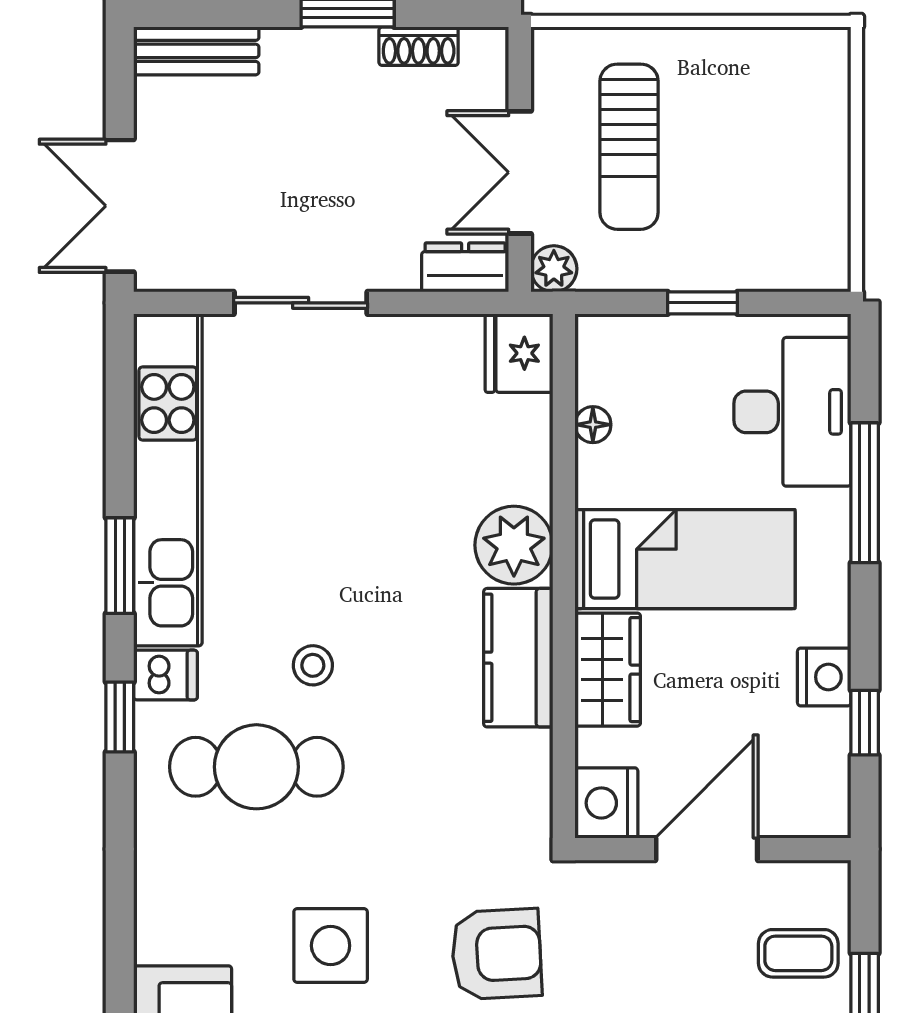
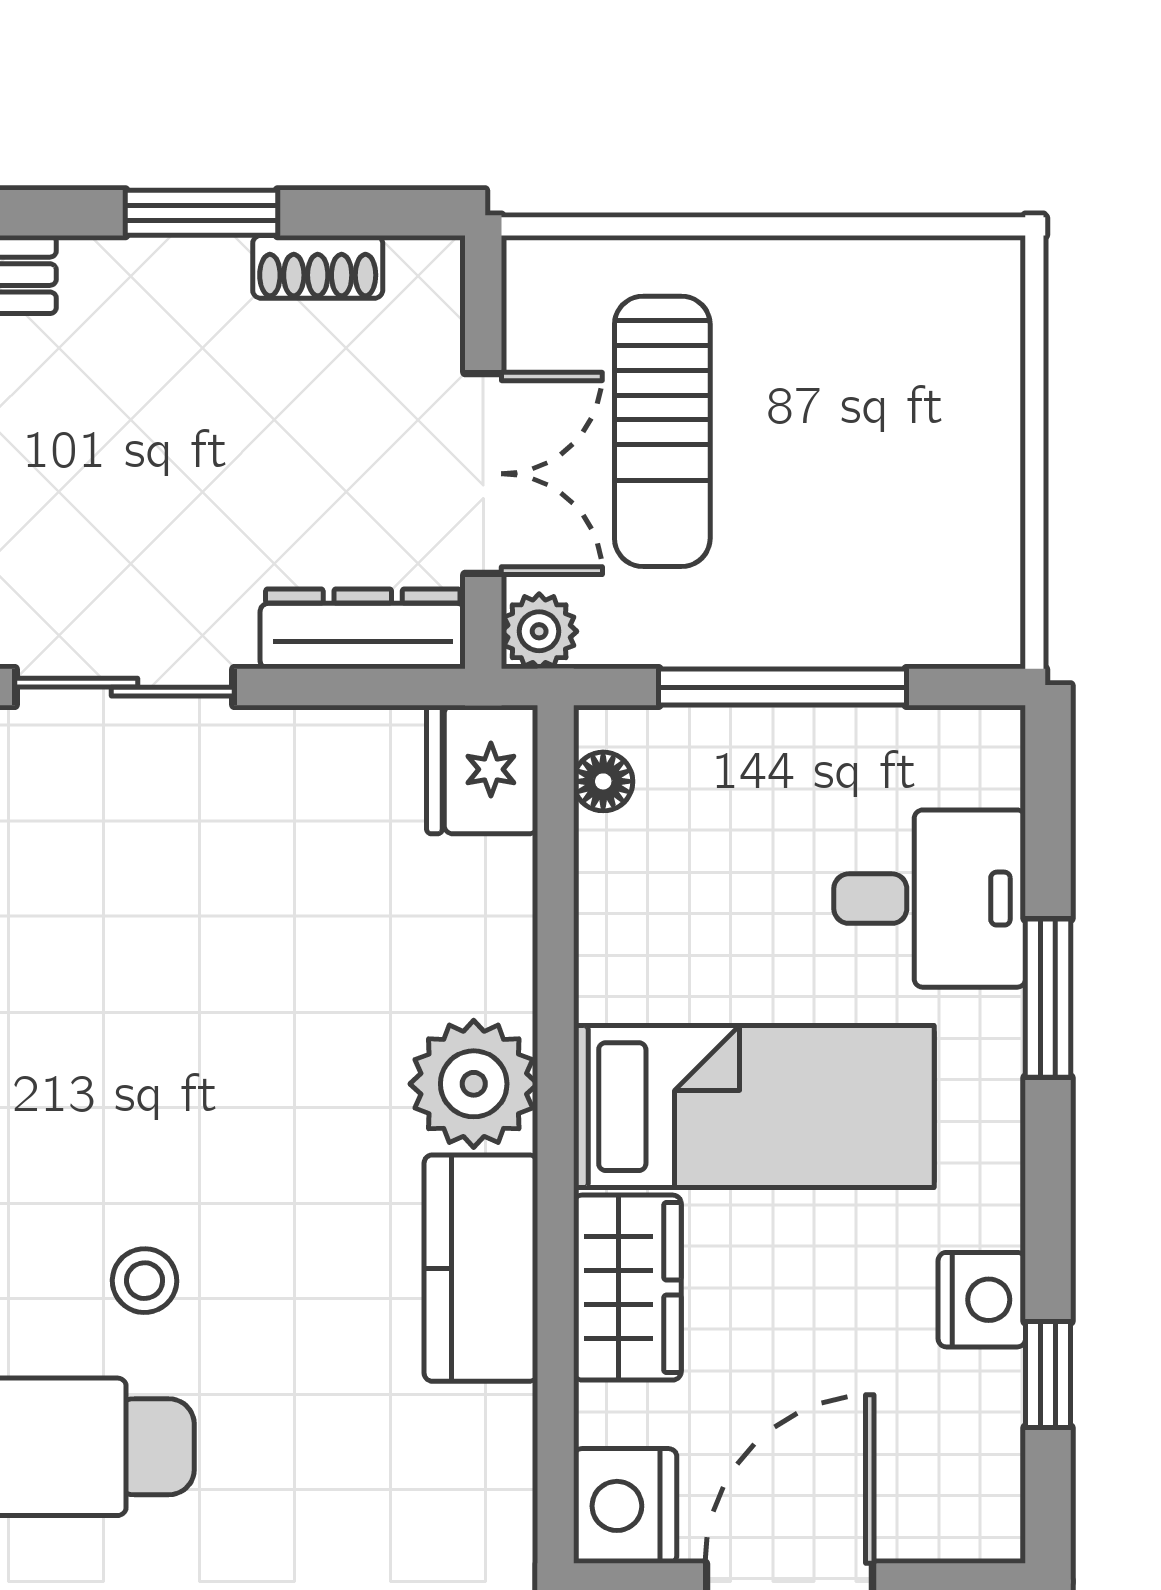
double door: (520, 172) -> (483, 474), swing flipped
dresser: (465, 267) -> (363, 629), width x1.44
window: (702, 303) -> (783, 687), width x2.17
desk: (792, 412) -> (930, 899), width x0.73
floor lamp: (593, 425) -> (603, 781), moved
window: (865, 493) -> (1048, 998), width x0.69

